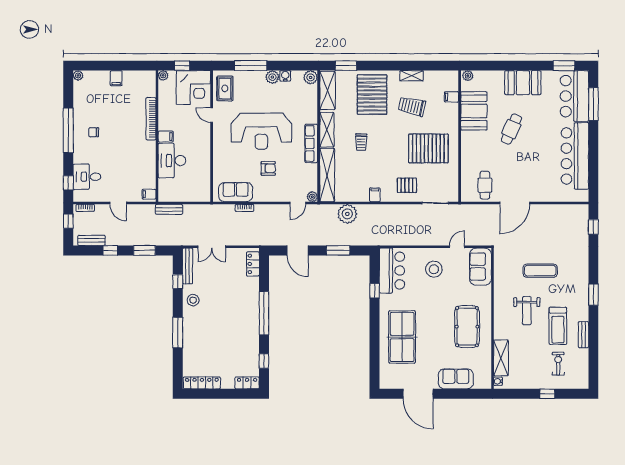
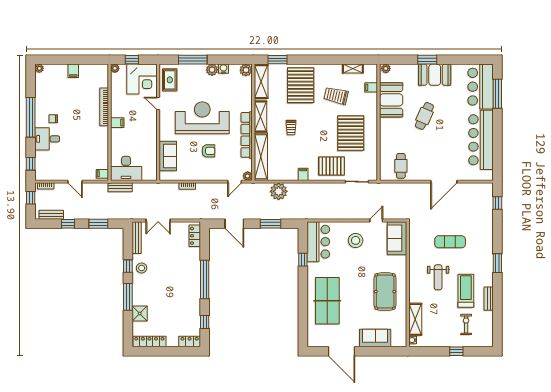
window: (564, 66) -> (427, 60), moved
shelving: (412, 76) -> (353, 69), moved
reception desk: (261, 131) -> (202, 118), turned 180
row of seats: (311, 143) -> (247, 135), width x1.36
pallet: (428, 148) -> (351, 133), turned 90
desk: (172, 161) -> (126, 168), moved, turned -90
desk: (87, 177) -> (47, 139), moved
pallet: (407, 185) -> (332, 166), width x1.50, depth x1.42
sofa: (236, 192) -> (168, 156), moved, turned 90
door: (515, 203) -> (444, 182), moved
window: (178, 282) -> (128, 266), moved
treadmill: (558, 326) -> (466, 291), turned 180
shower: (191, 351) -> (140, 314), added

